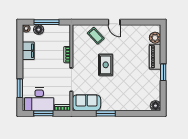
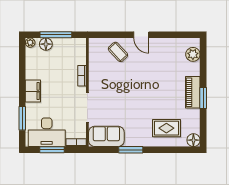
filing cabinet: (28, 51) -> (33, 91), moved
piano: (155, 57) -> (193, 92), moved
rug: (106, 65) -> (166, 128), moved, turned 90

